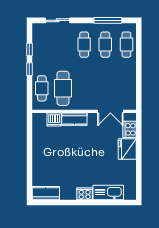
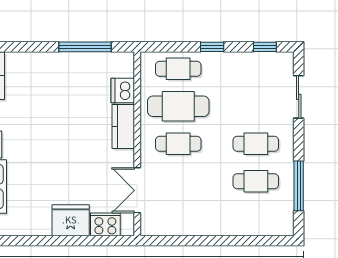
cafe table: (126, 45) -> (178, 144), moved
window: (29, 49) -> (265, 47), moved
window: (29, 141) -> (85, 47), added

